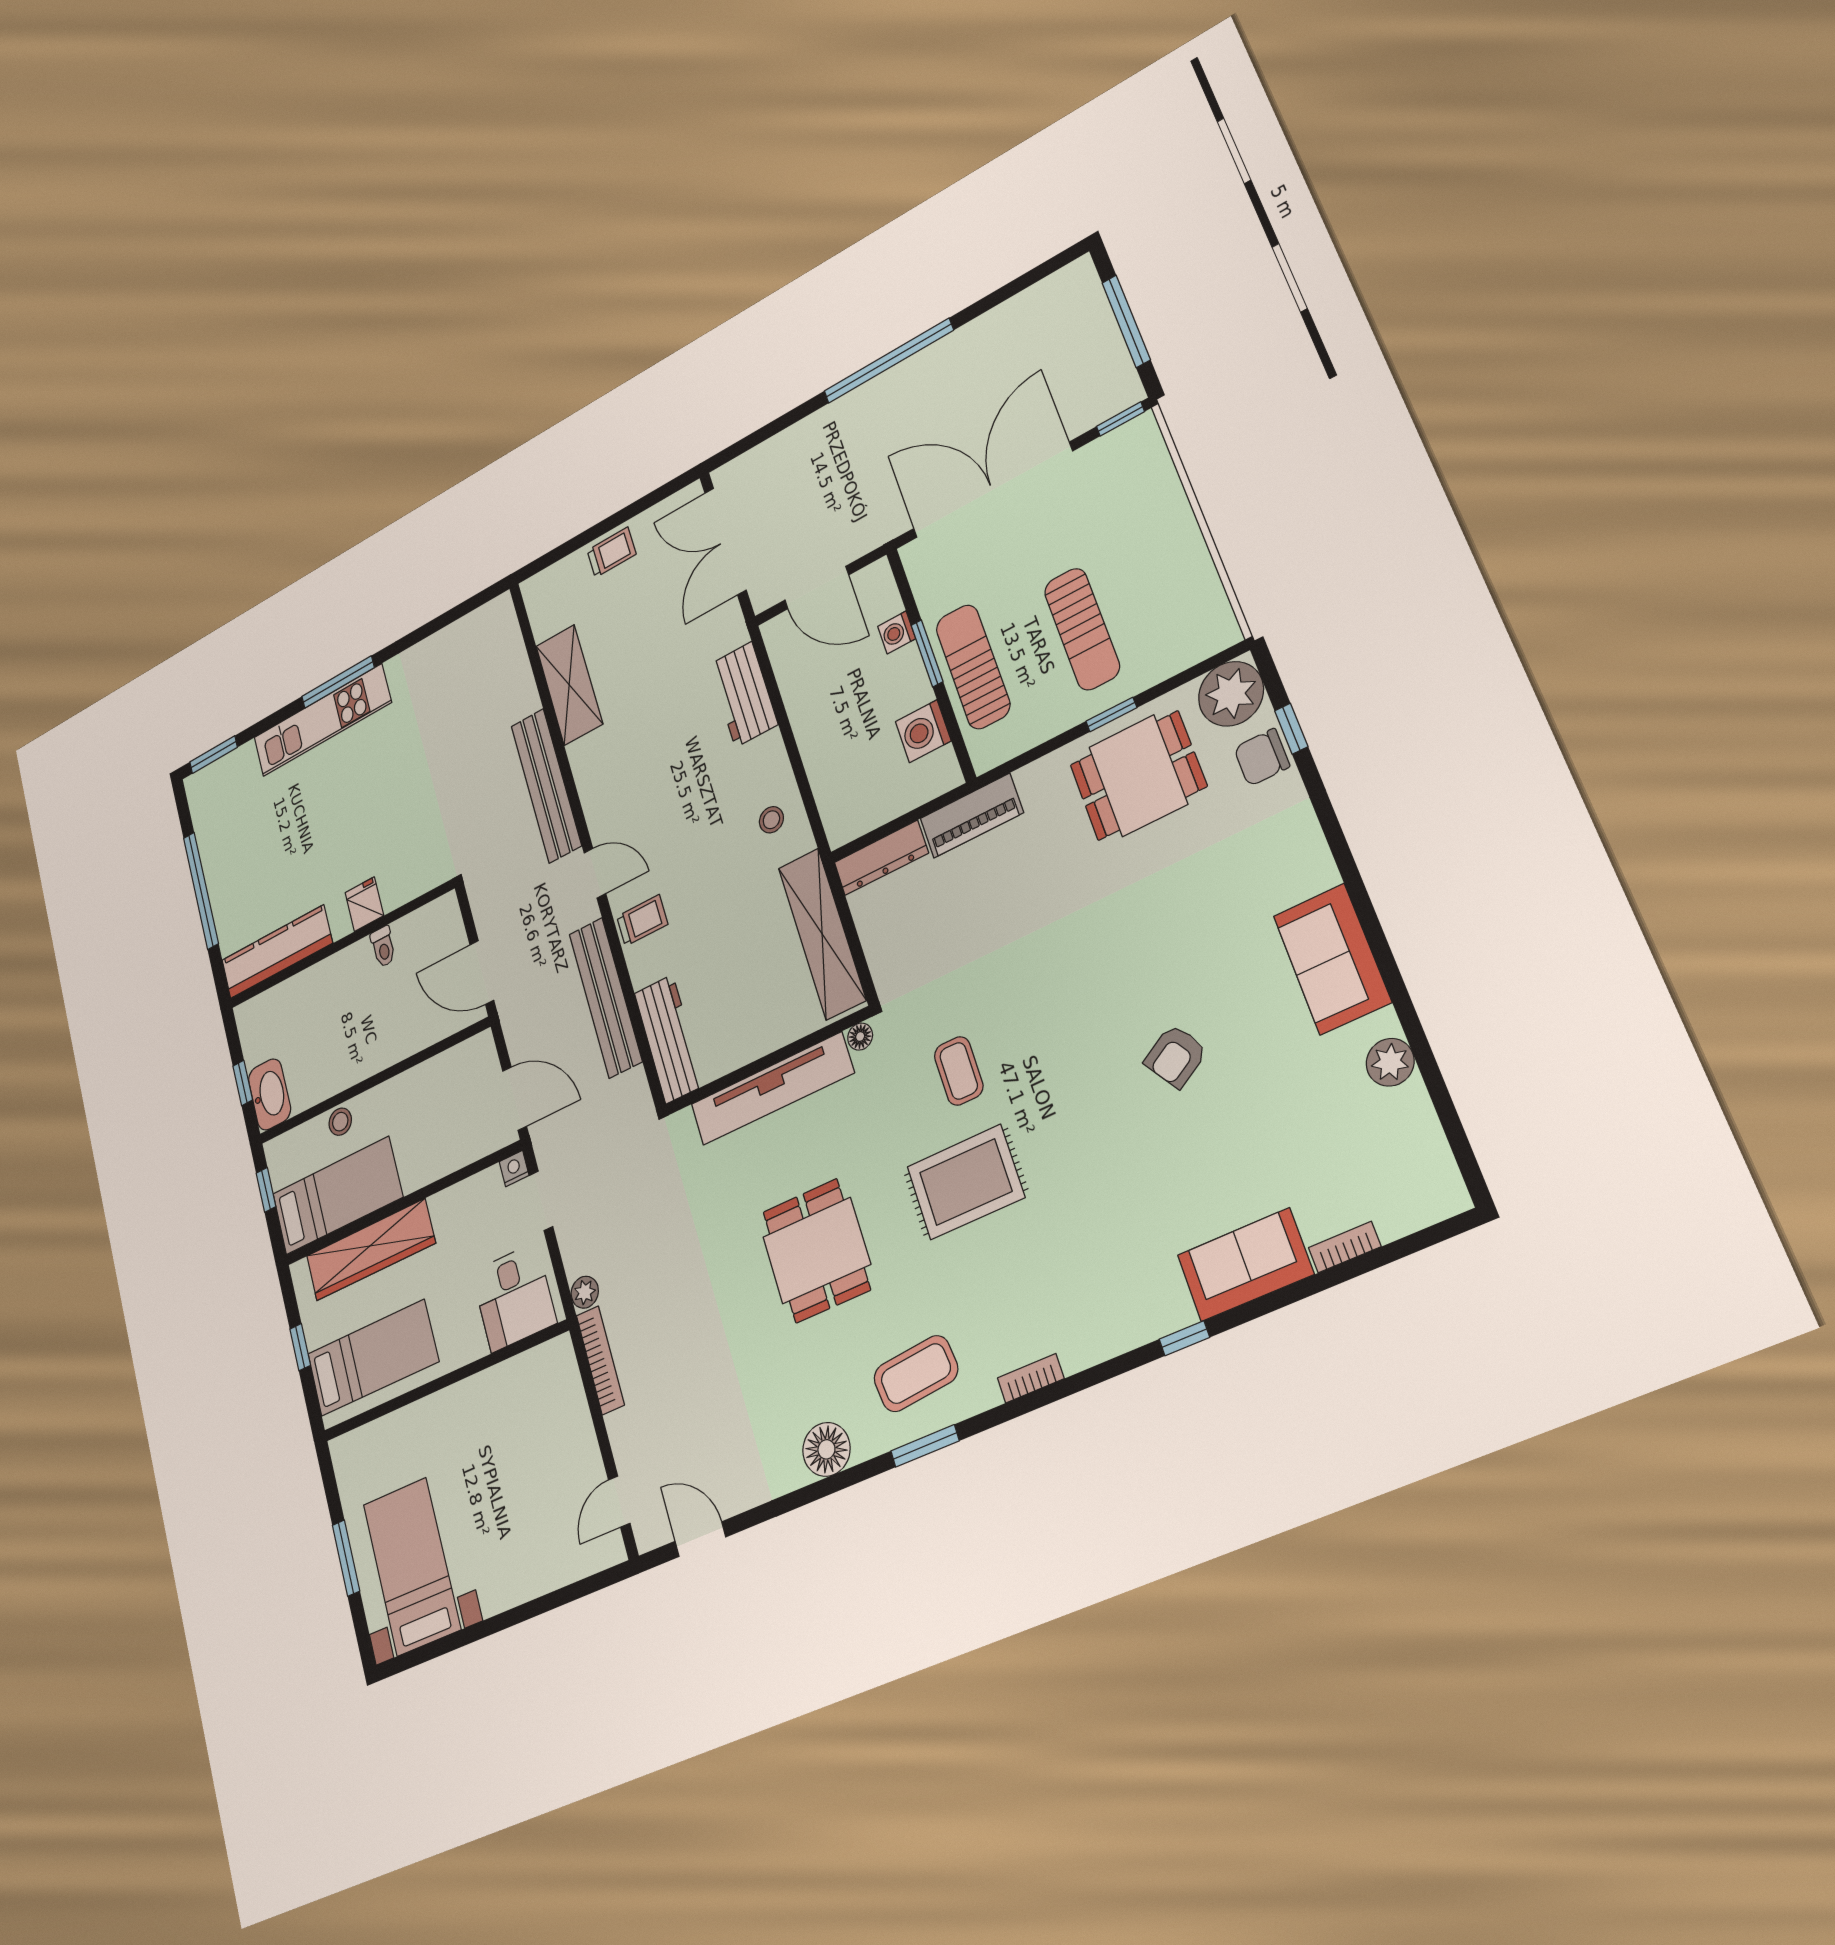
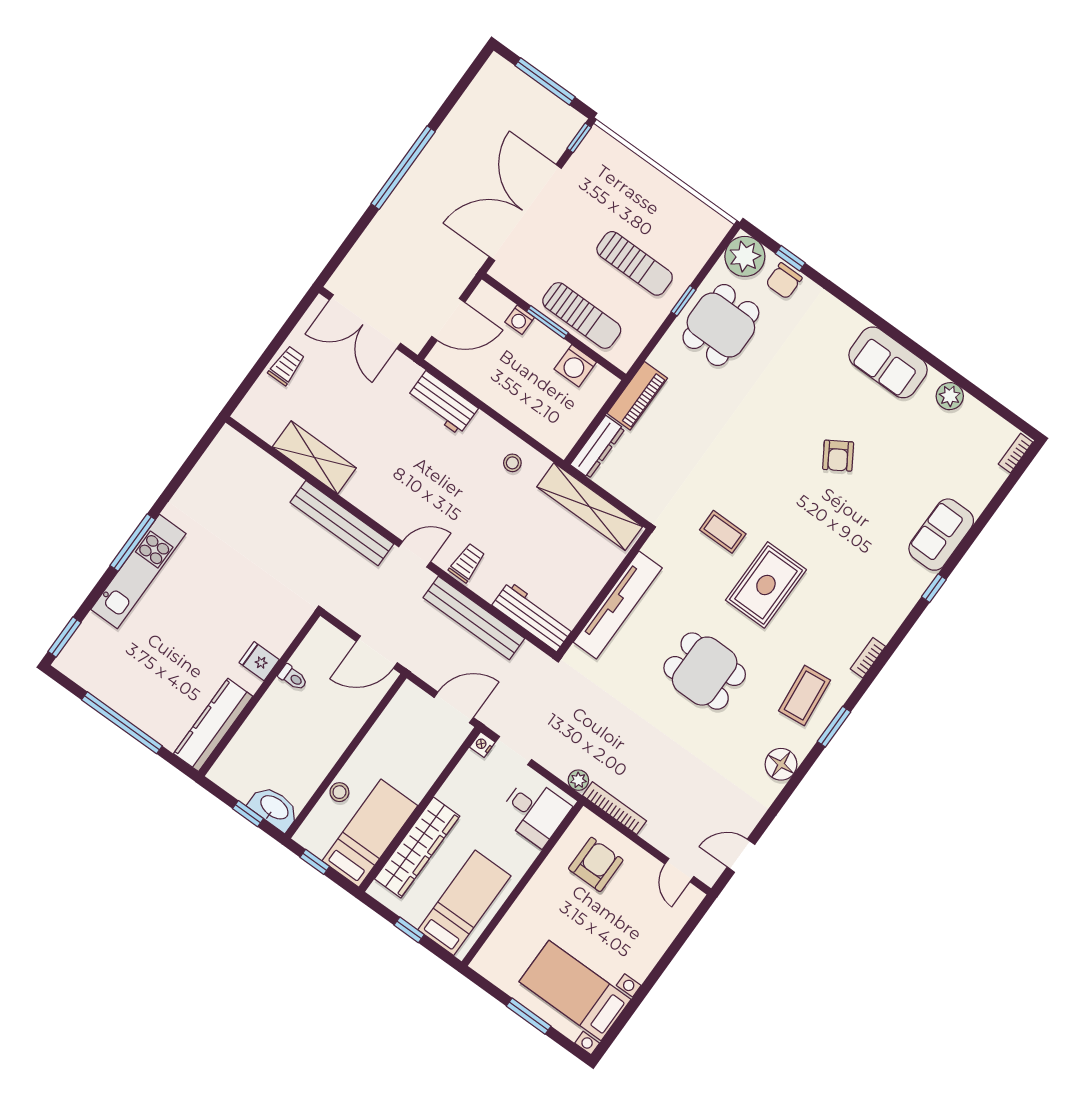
sun lounger: (973, 667) -> (582, 316), turned 180
floor lamp: (860, 1037) -> (652, 547), removed
bookcase: (1345, 1247) -> (1016, 453), moved
armchair: (534, 1419) -> (596, 864), added

